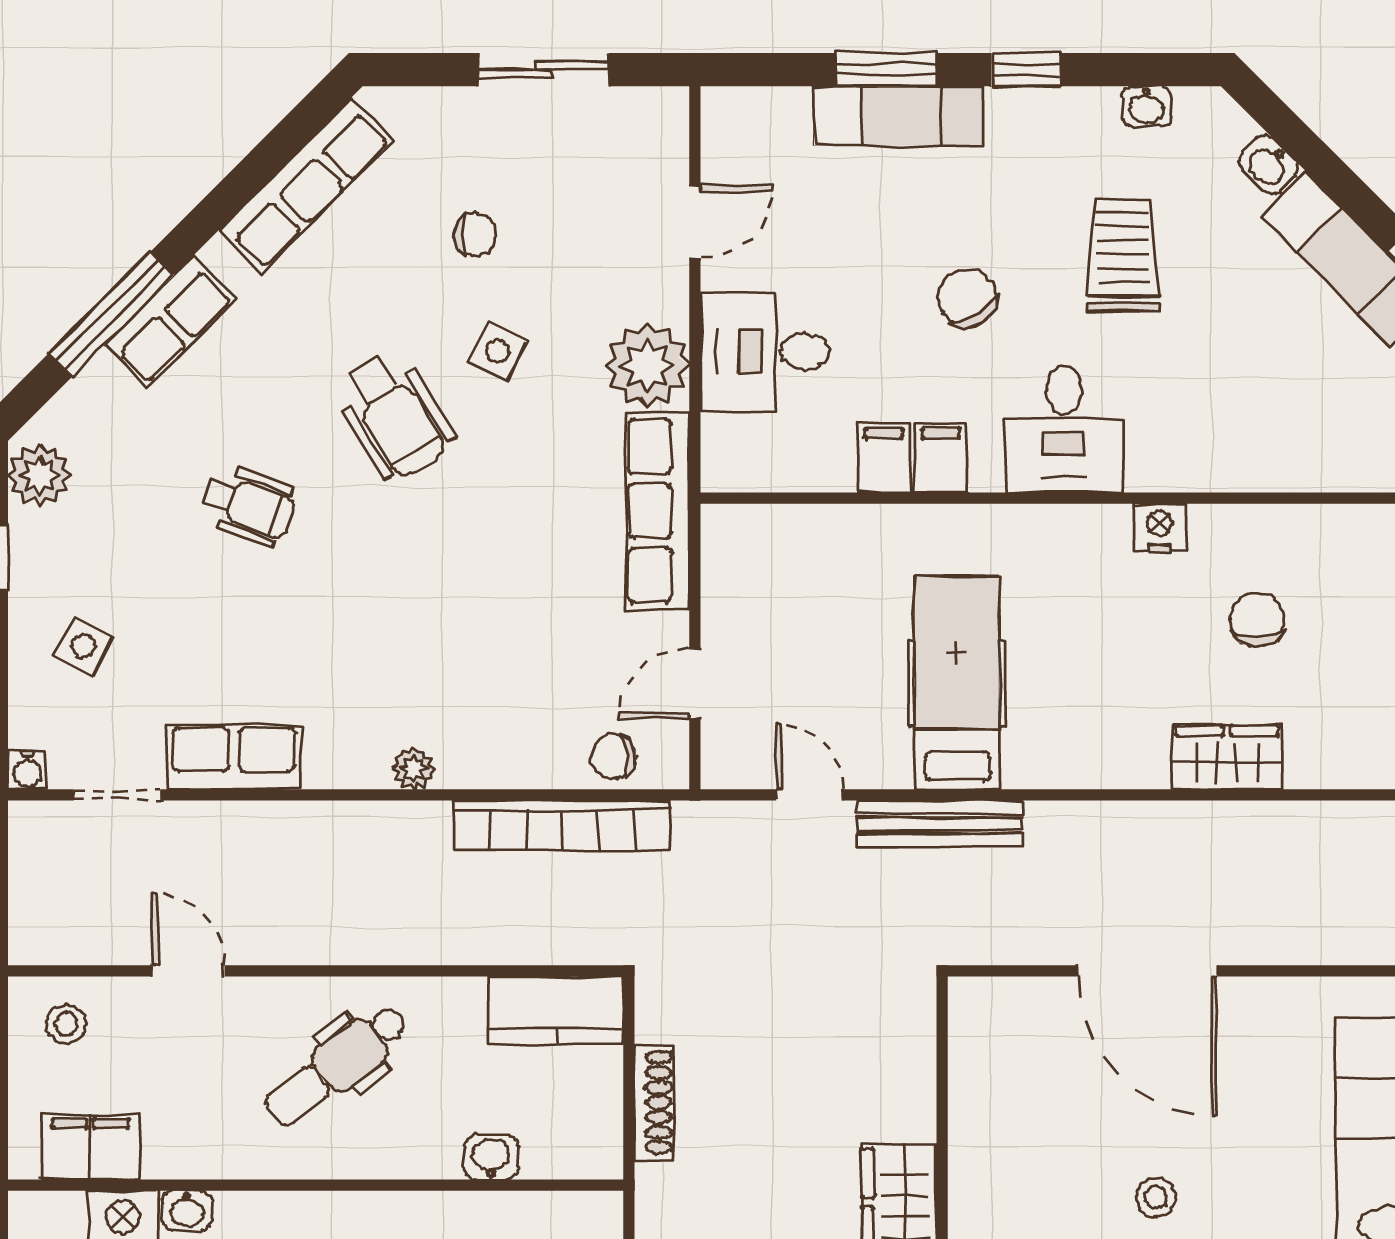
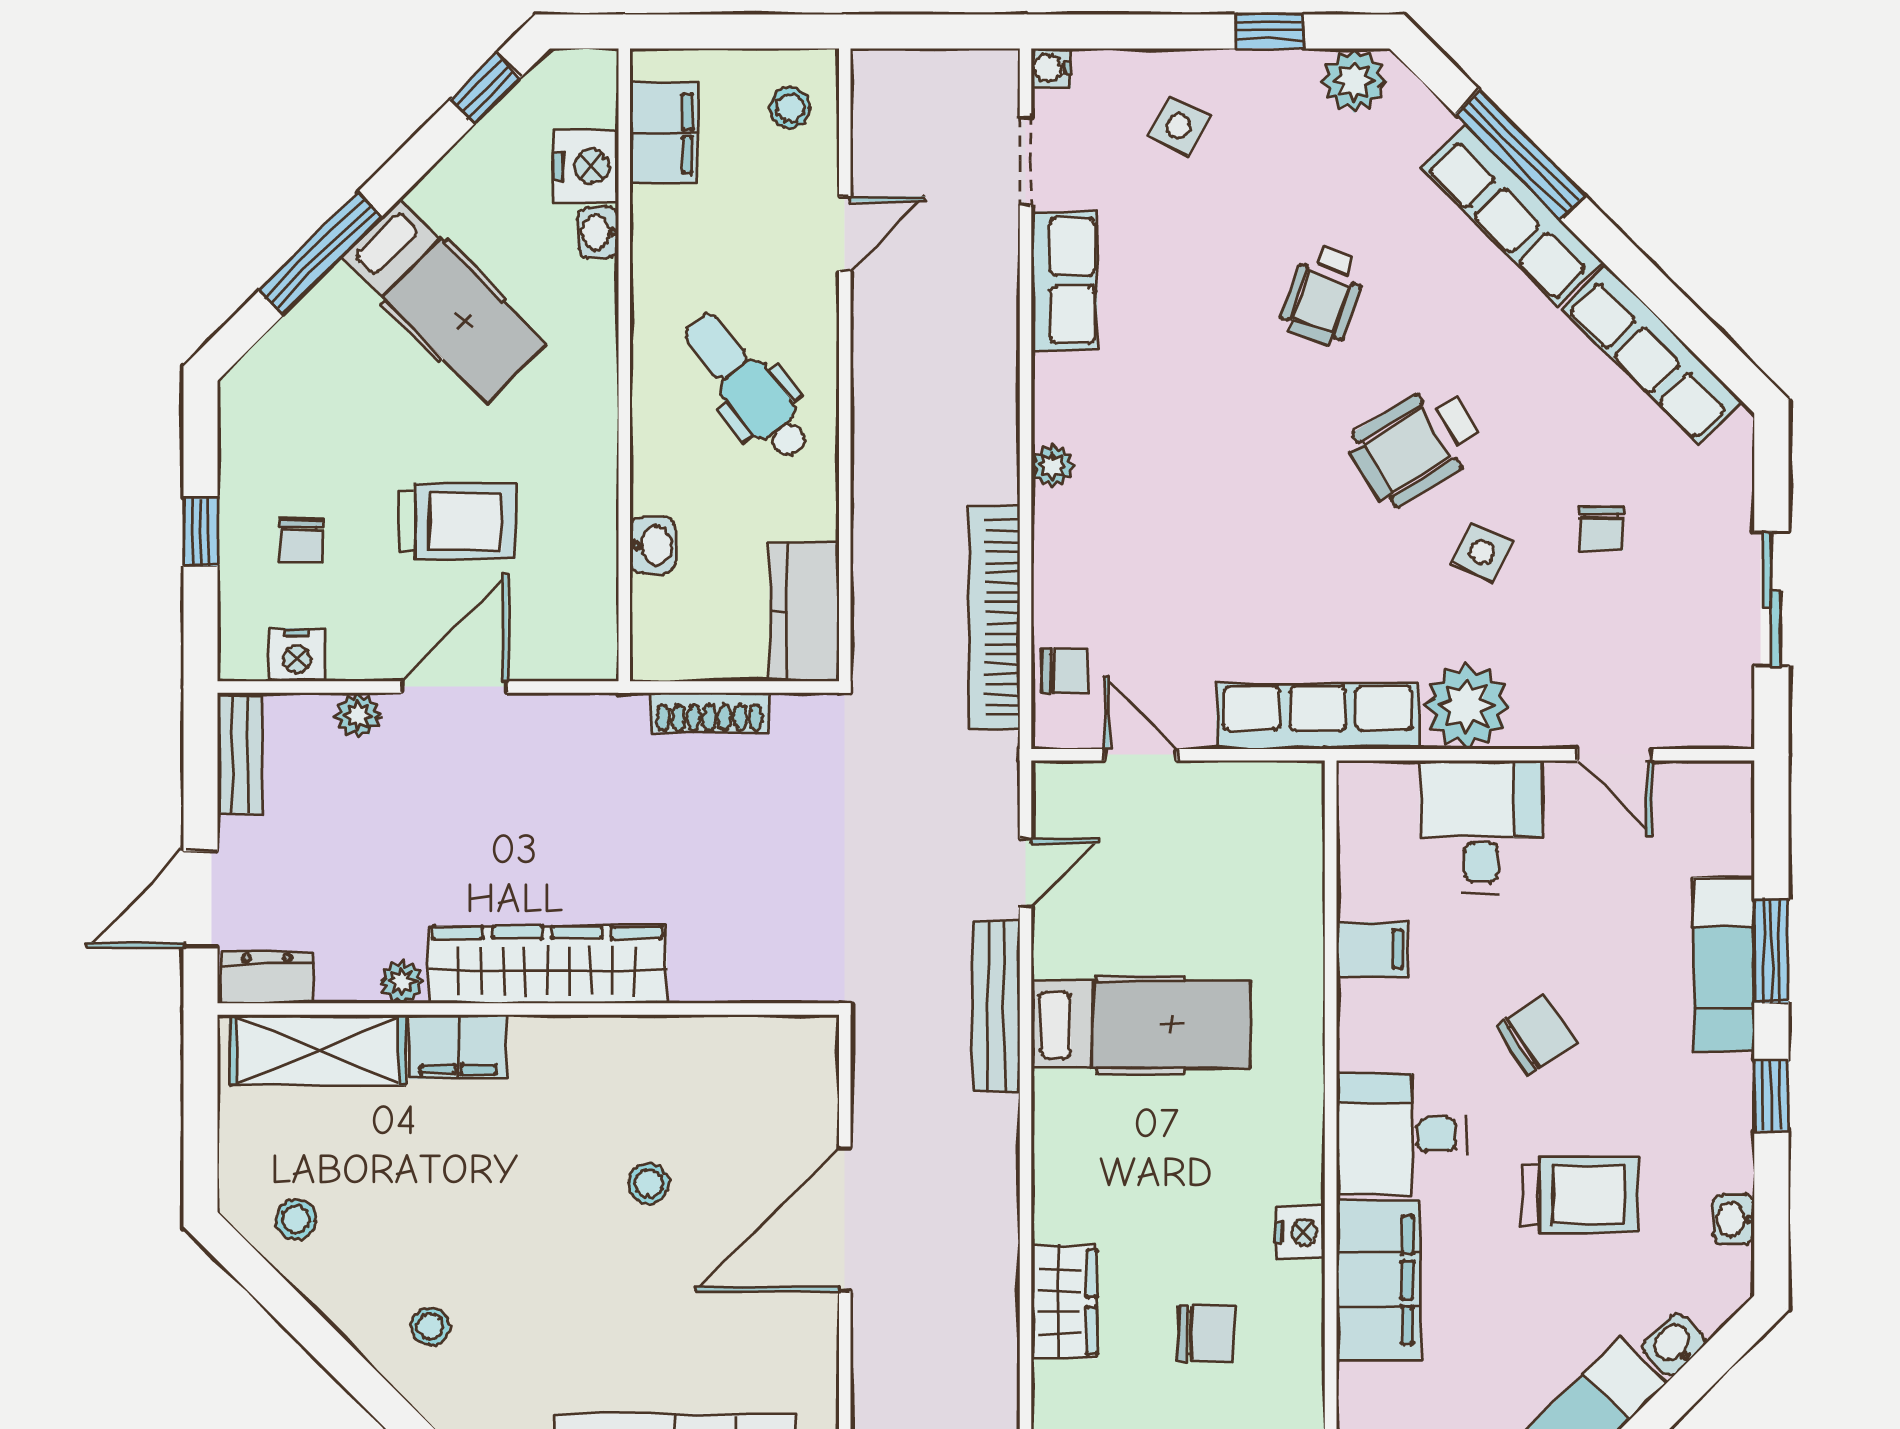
row of seats: (170, 322) -> (1512, 215), width x1.48
filing cabinet: (941, 458) -> (1378, 1280), moved, width x3.00, depth x1.17
chair: (613, 757) -> (1065, 671), turned 98
stool: (1156, 1197) -> (649, 1183), moved

